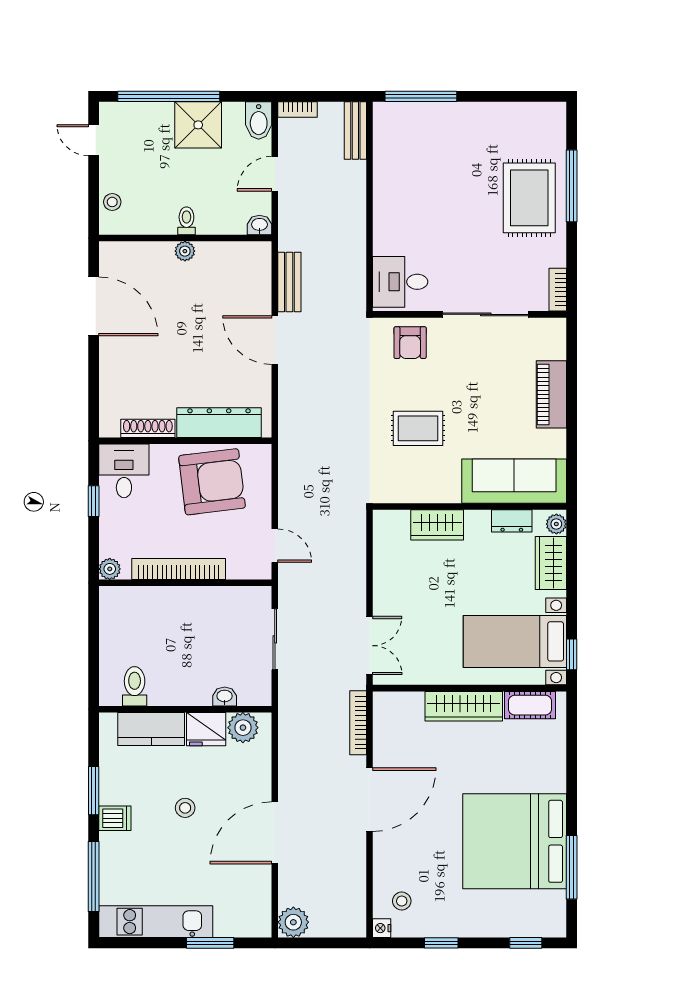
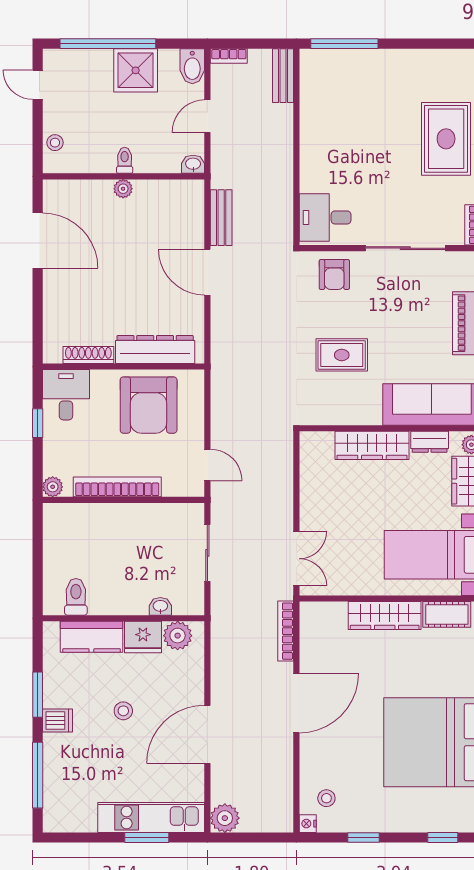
armchair: (212, 482) -> (149, 405), turned 97
wardrobe: (437, 525) -> (372, 445), width x1.50
kitchen unit: (156, 922) -> (151, 817), moved

